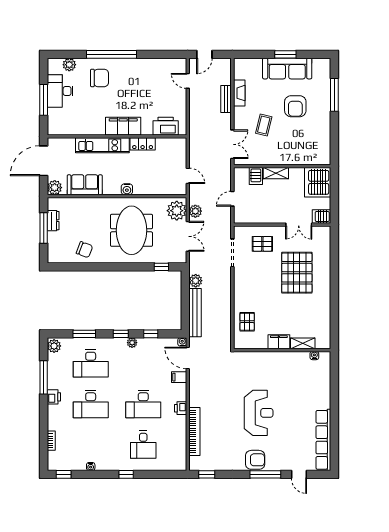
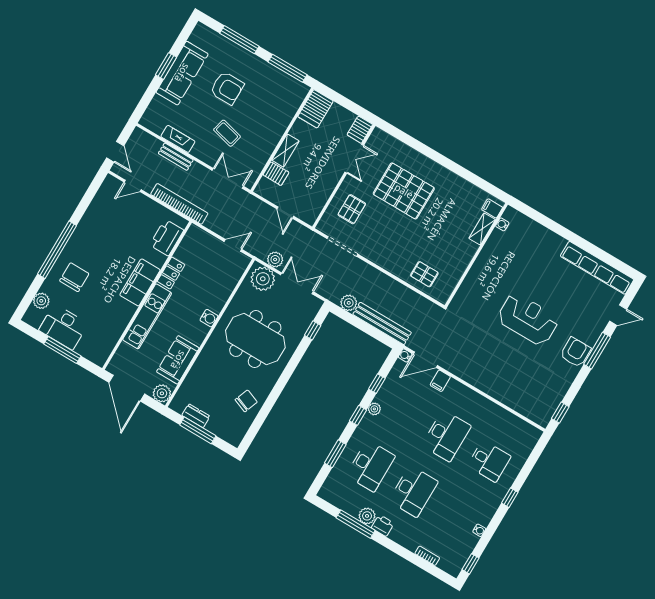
window: (334, 140) -> (288, 68), added
server rack: (318, 182) -> (315, 109), width x0.62
filing cabinet: (279, 342) -> (492, 208), moved, width x0.50
plant: (54, 346) -> (367, 516), moved
printer: (181, 408) -> (474, 399), removed
bookcase: (194, 431) -> (179, 204), moved

